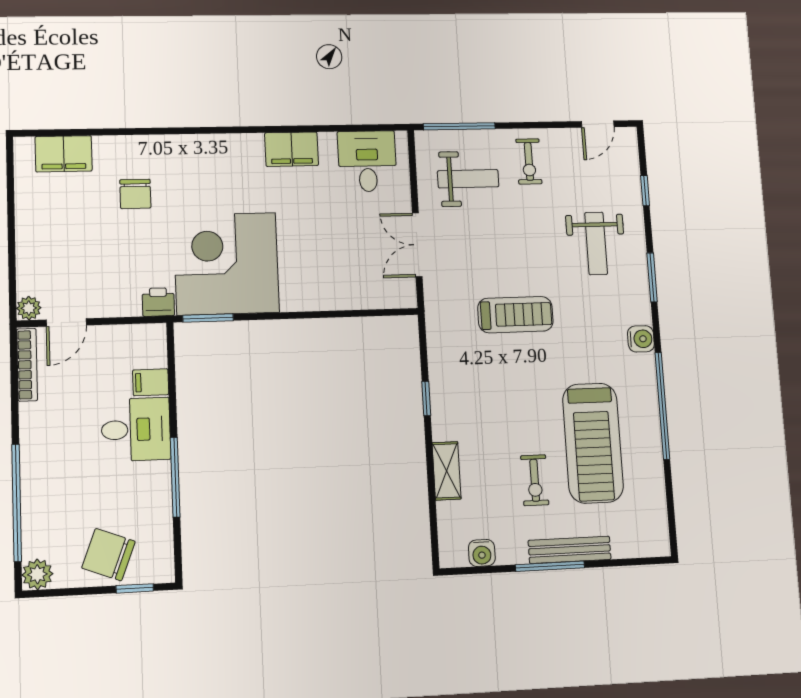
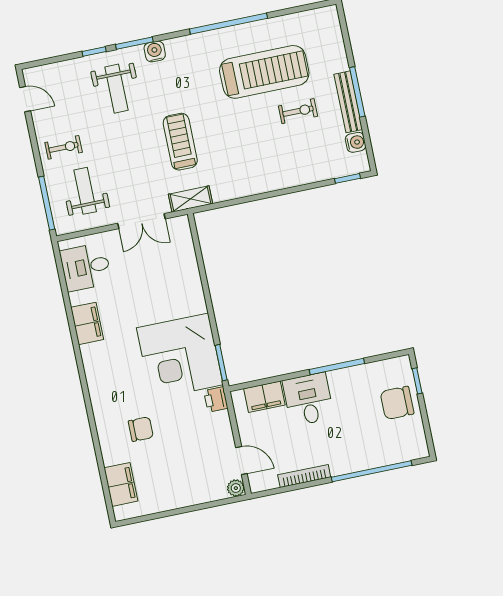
window: (645, 191) -> (94, 51), moved
weight bench: (596, 243) -> (116, 89), turned 90
water cooler: (641, 339) -> (155, 51), moved
bookcase: (27, 365) -> (304, 476), moved
filing cabinet: (151, 382) -> (264, 397), width x2.00
window: (426, 398) -> (348, 178), moved
shelving: (447, 471) -> (191, 199), moved
bench: (570, 550) -> (348, 102), moved
chair: (108, 555) -> (397, 403), turned 69
plant: (37, 574) -> (418, 448), removed

